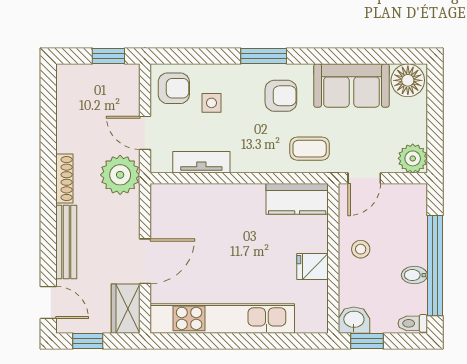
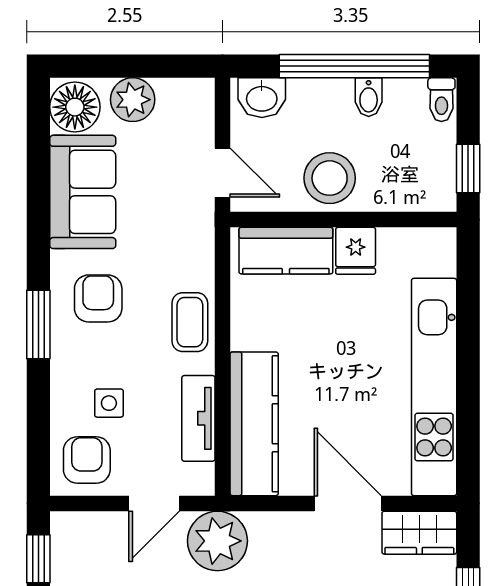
coffee table: (310, 149) -> (190, 322), moved
plant: (413, 158) -> (133, 100), moved
kitchen counter: (198, 199) -> (254, 424), added
kitchen counter: (297, 199) -> (286, 251), moved, turned 90
stool: (361, 249) -> (330, 178), width x1.89, depth x1.89
washbasin: (354, 320) -> (262, 98), moved, turned -90

